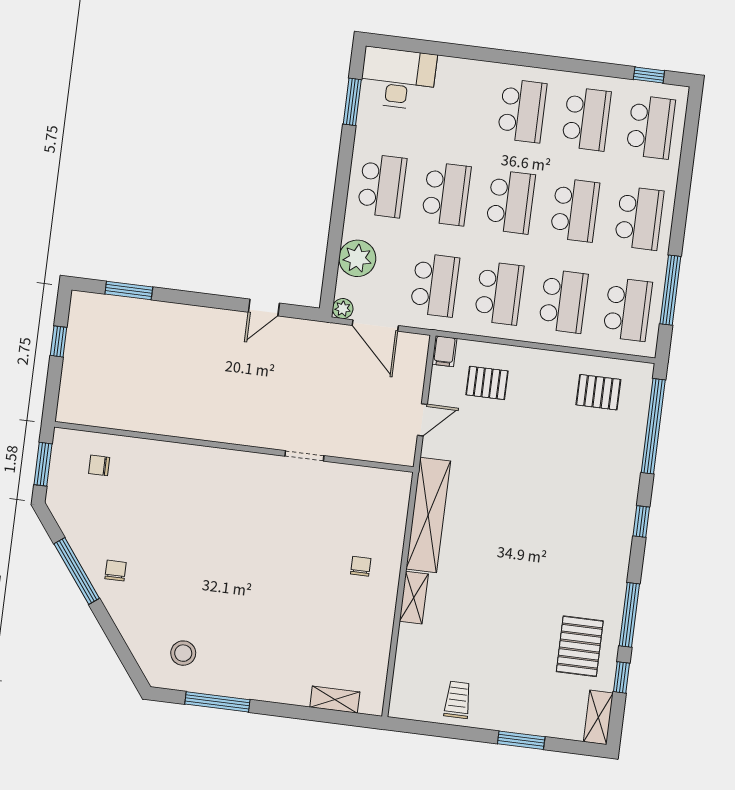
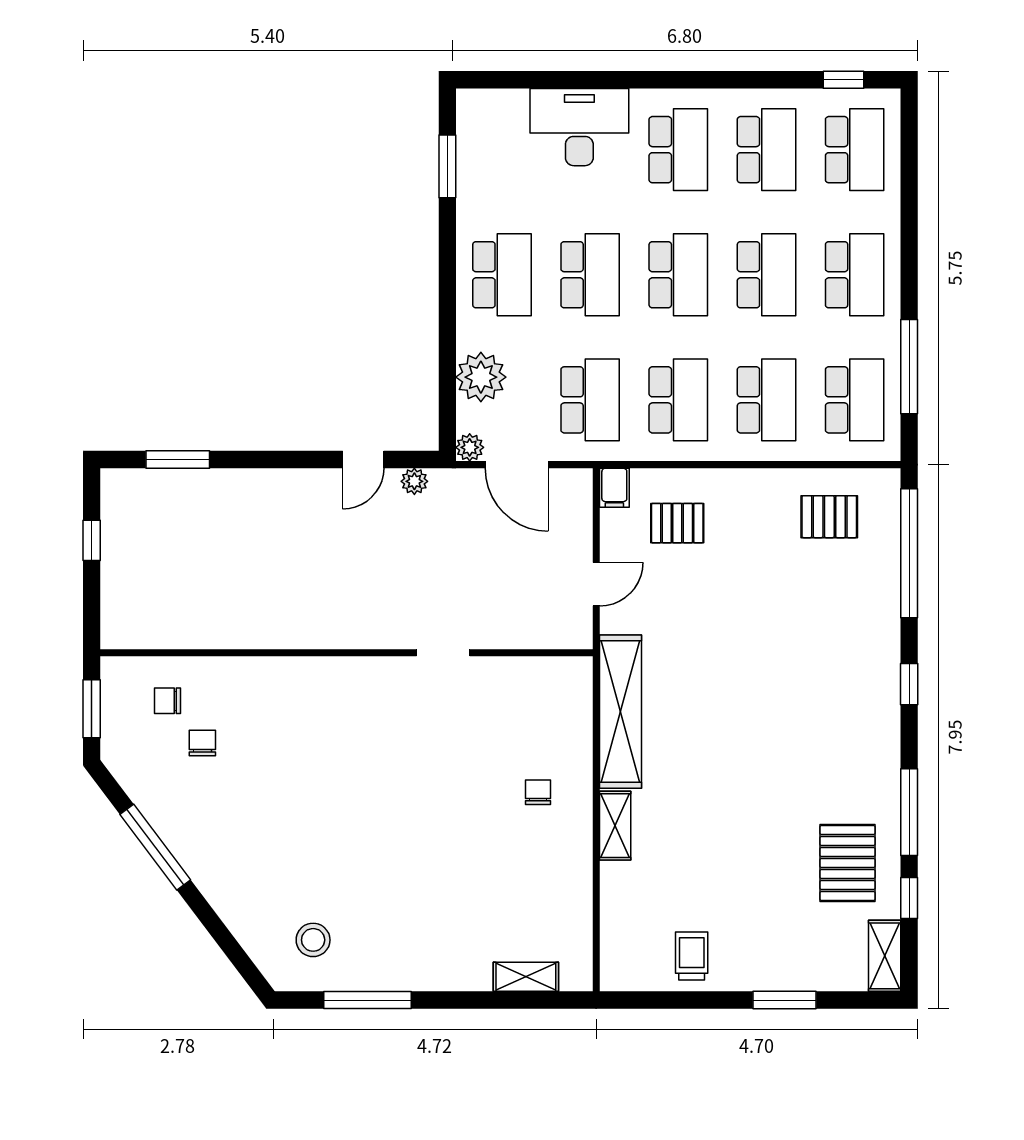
desk: (398, 78) -> (579, 127), moved
plant: (299, 328) -> (414, 481), added
chair: (116, 571) -> (202, 743), moved

